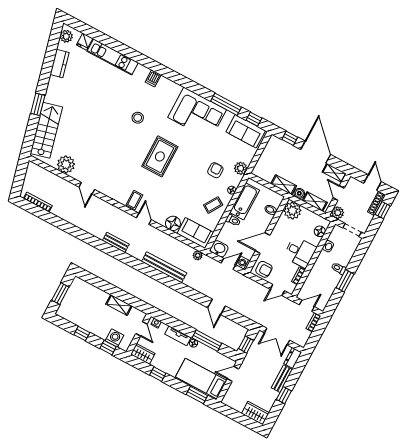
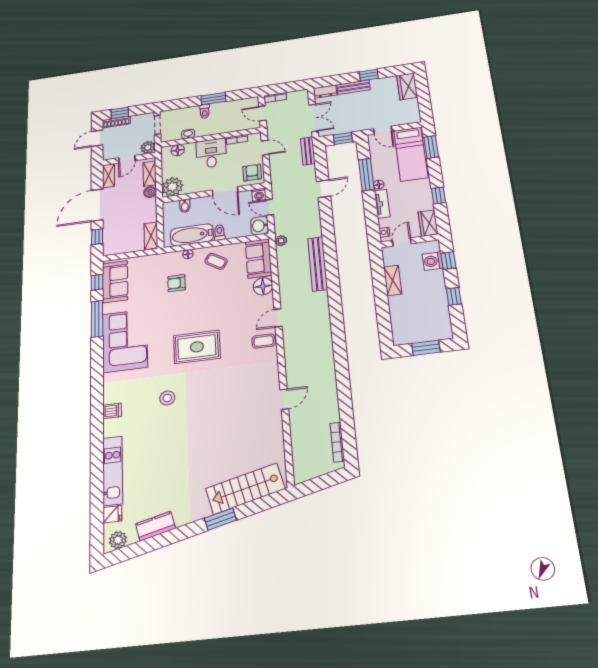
plant: (66, 164) -> (272, 440), removed
plant: (241, 168) -> (158, 261), removed
shelving: (284, 185) -> (151, 236), moved
bench: (116, 242) -> (308, 151), moved

